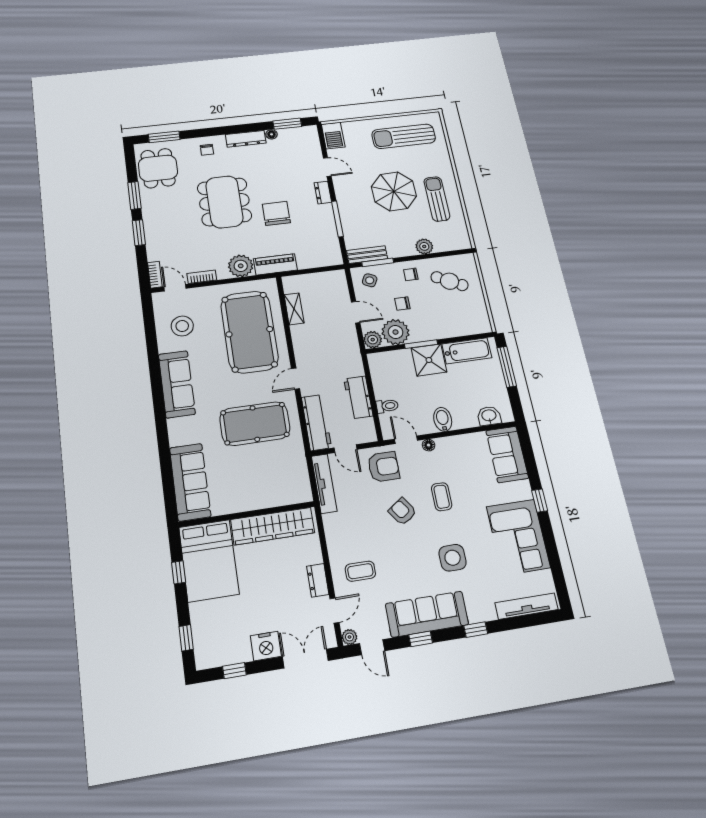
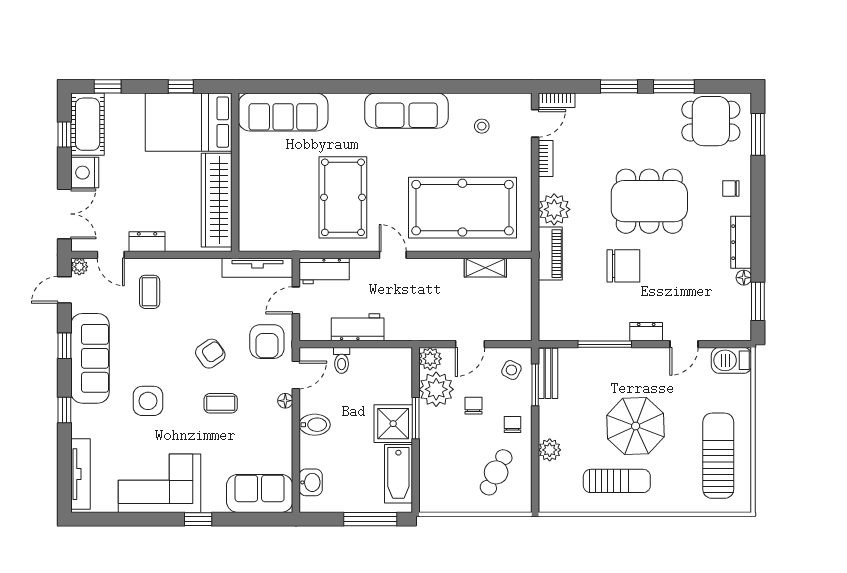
stool: (182, 326) -> (482, 126), width x0.53, depth x0.53
workbench: (316, 422) -> (324, 271), width x0.73
cot: (222, 651) -> (88, 124), added

